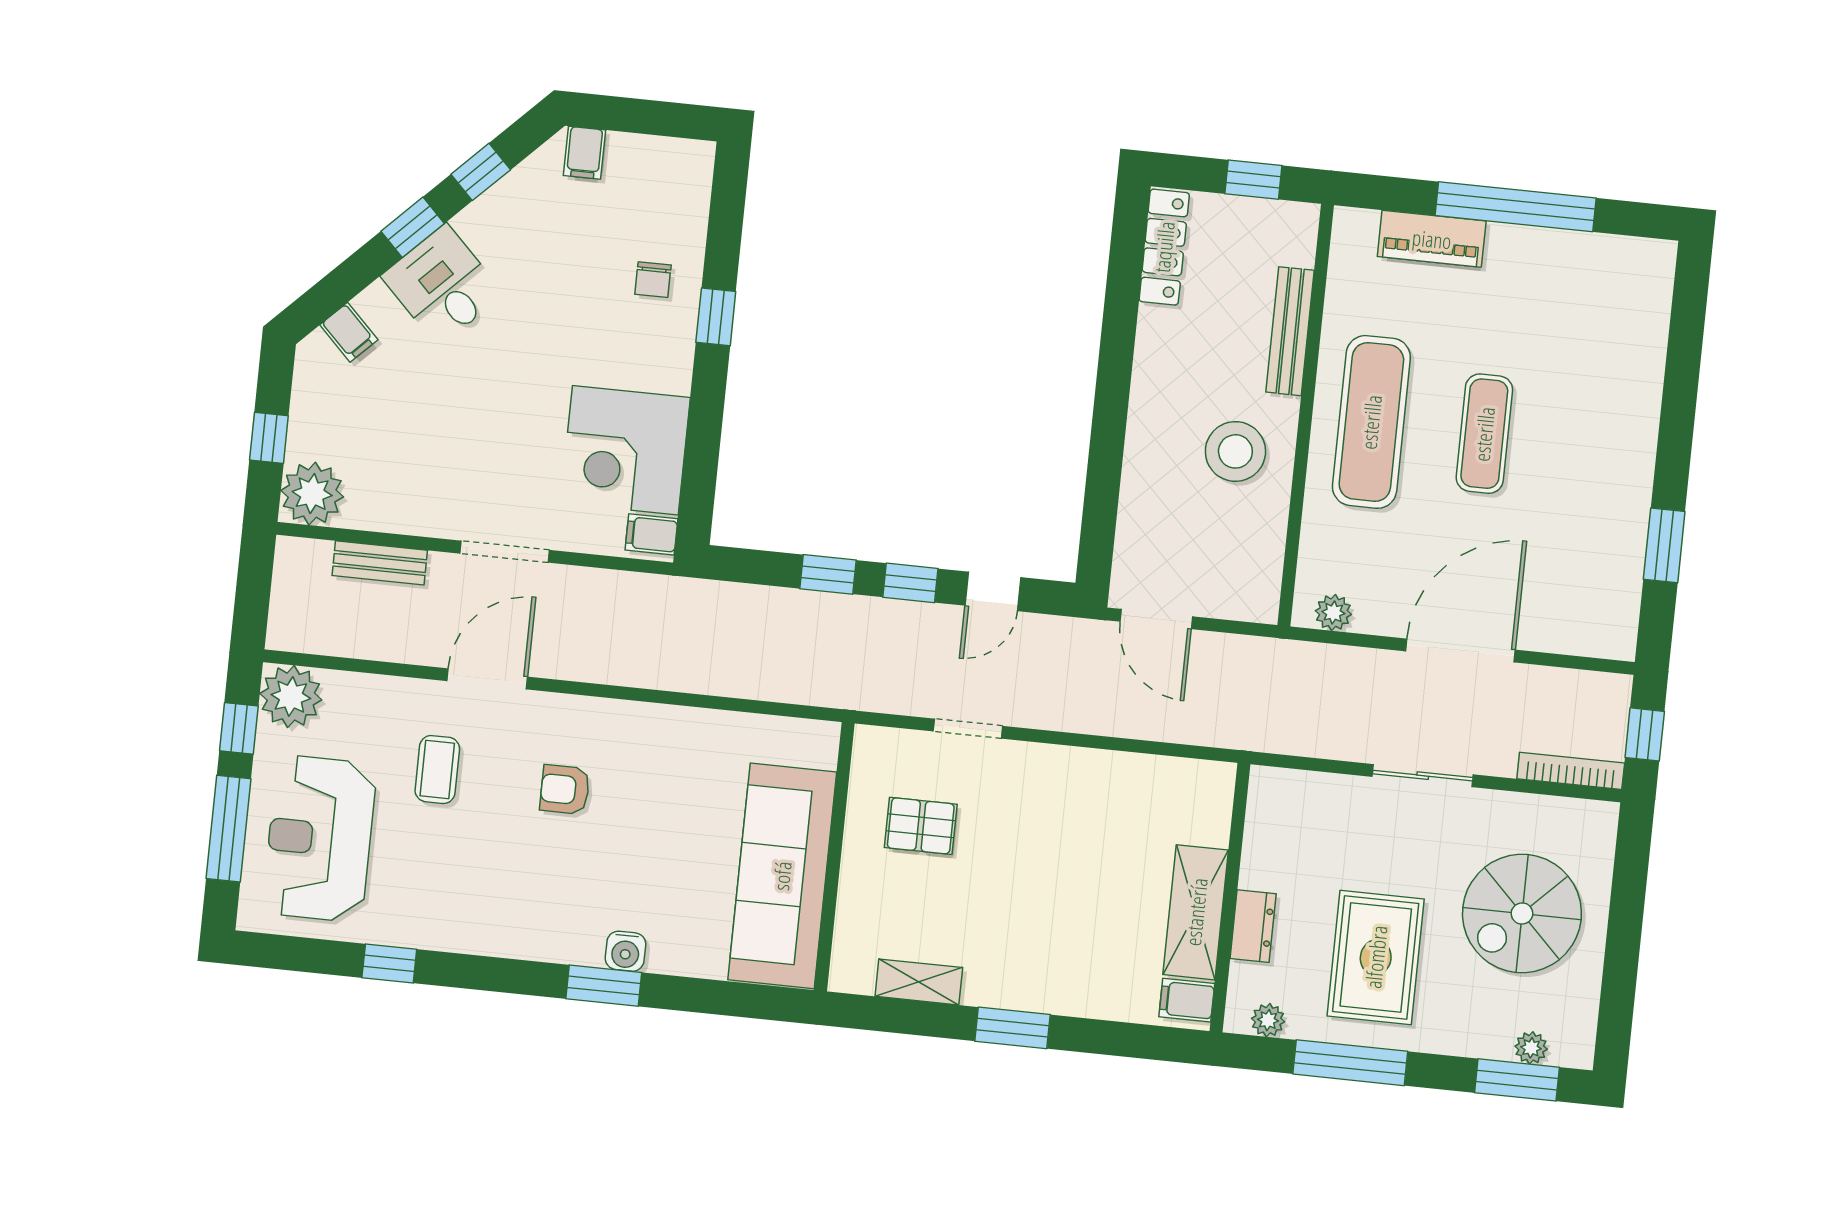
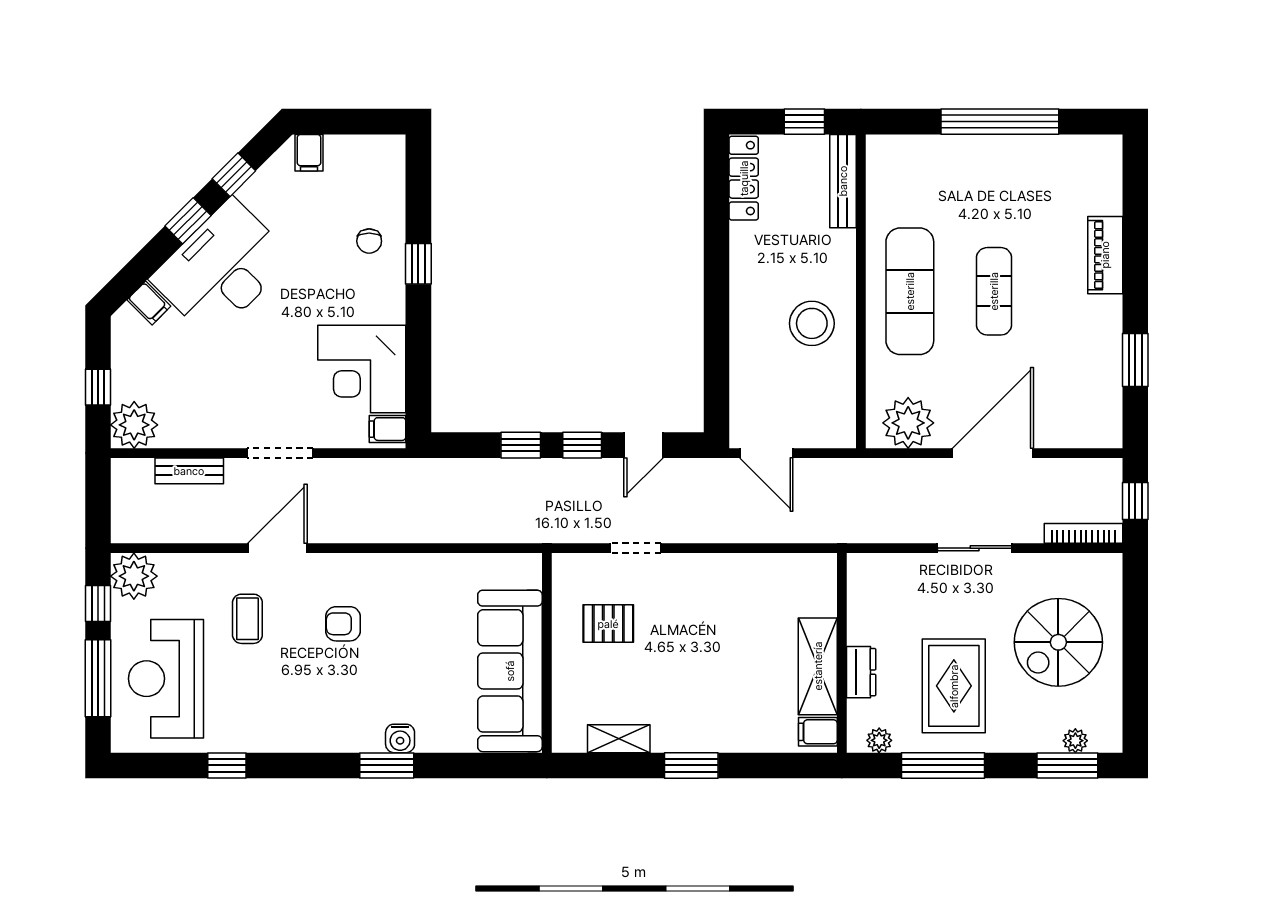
piano: (1432, 239) -> (1105, 255), moved, turned 90
desk: (442, 285) -> (222, 268), width x1.87, depth x1.30
bench: (1290, 331) -> (843, 181), moved
plant: (1333, 613) -> (908, 423), width x1.88, depth x1.88

